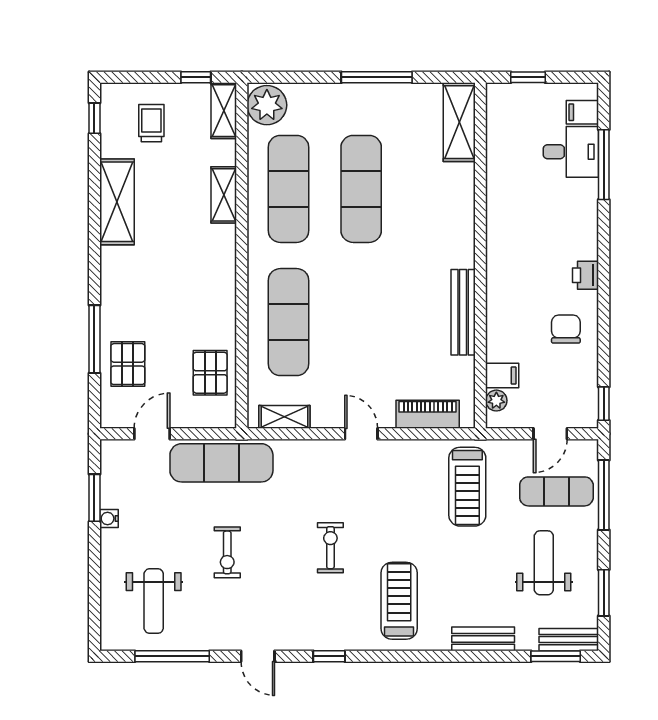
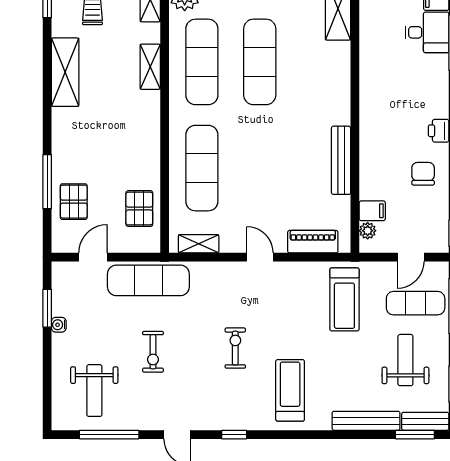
bench: (483, 639) -> (366, 421), width x1.36

